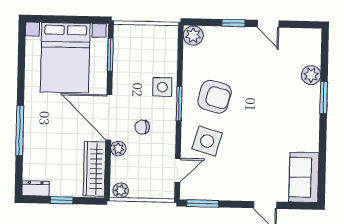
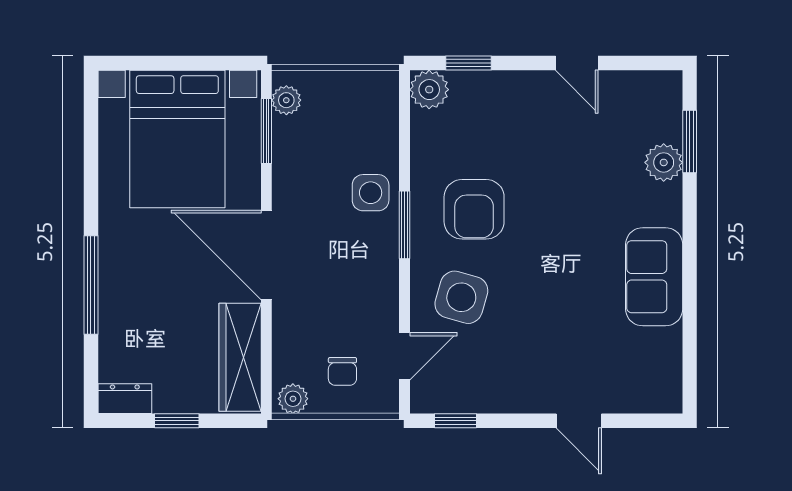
window: (233, 23) -> (468, 63), moved
armchair: (215, 97) -> (474, 209), turned 75
window: (324, 98) -> (690, 141), moved
chair: (142, 127) -> (342, 371), moved, turned -90
plant: (118, 149) -> (286, 100), moved
sofa: (304, 177) -> (654, 277), moved
window: (203, 203) -> (456, 421), width x0.67

